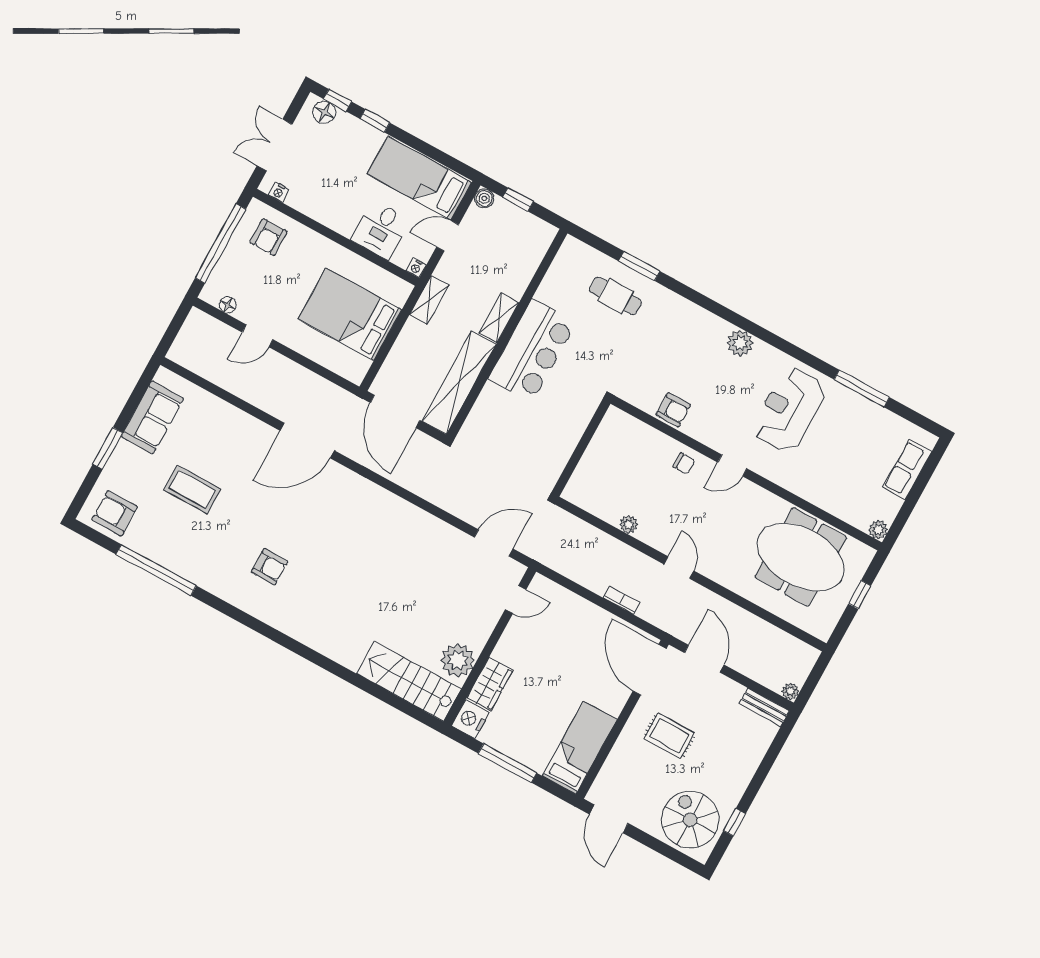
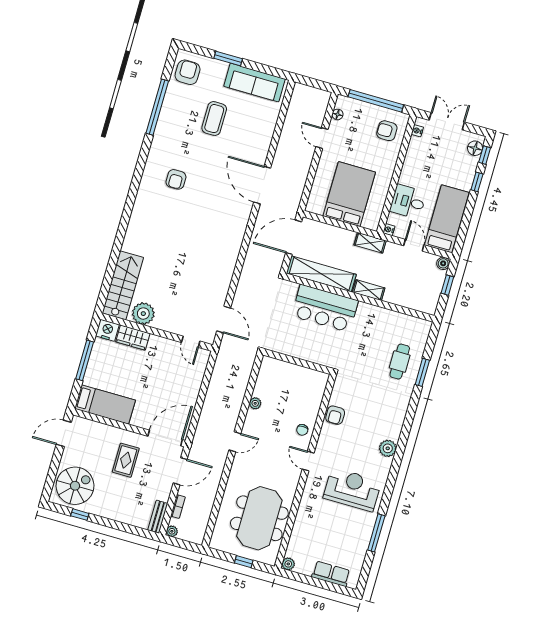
bar counter: (532, 351) -> (325, 308), moved
sofa: (152, 417) -> (254, 83), width x1.36
bookcase: (622, 600) -> (178, 506), moved

